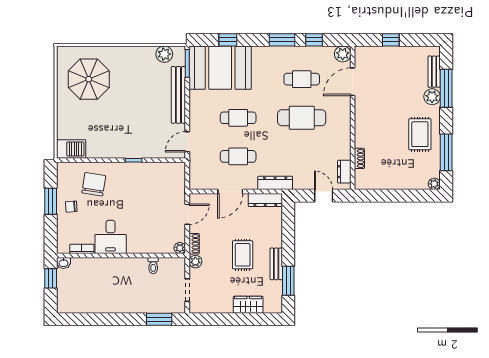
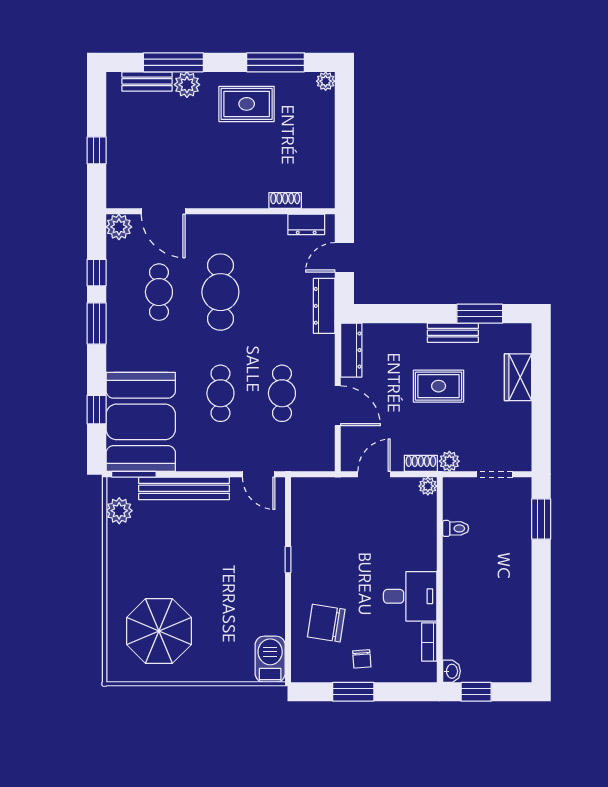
dresser: (275, 183) -> (324, 306), moved
door: (187, 214) -> (374, 474), hinge flipped

